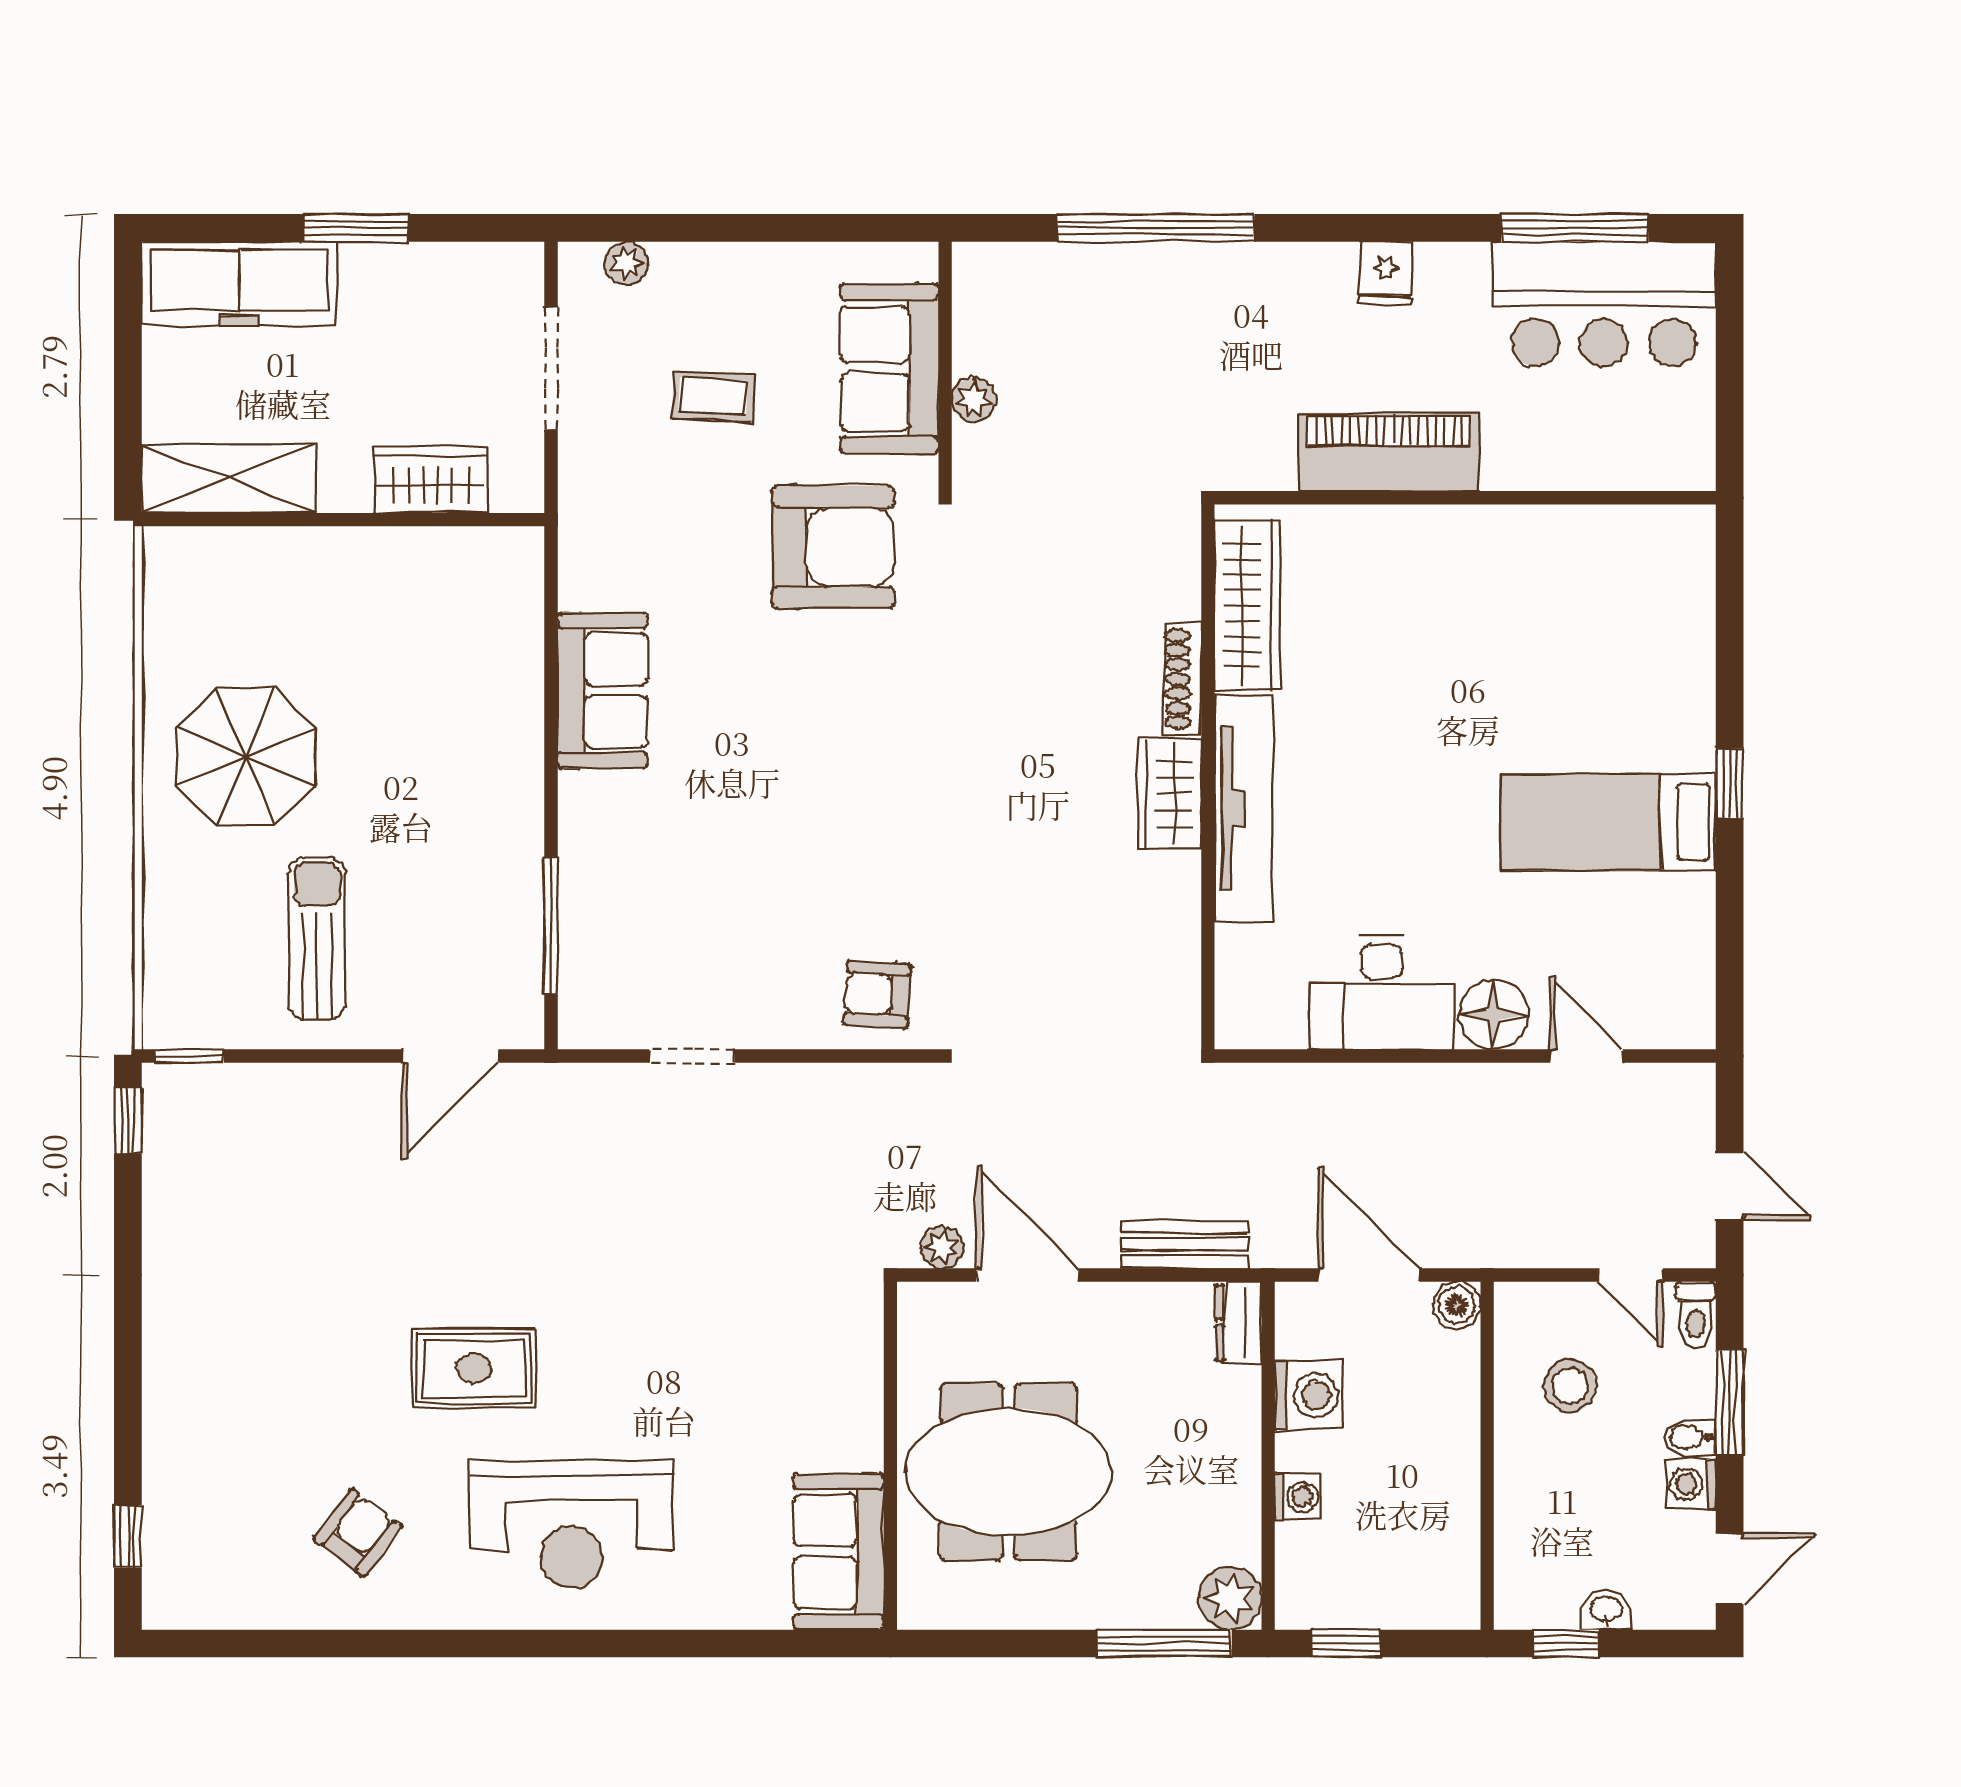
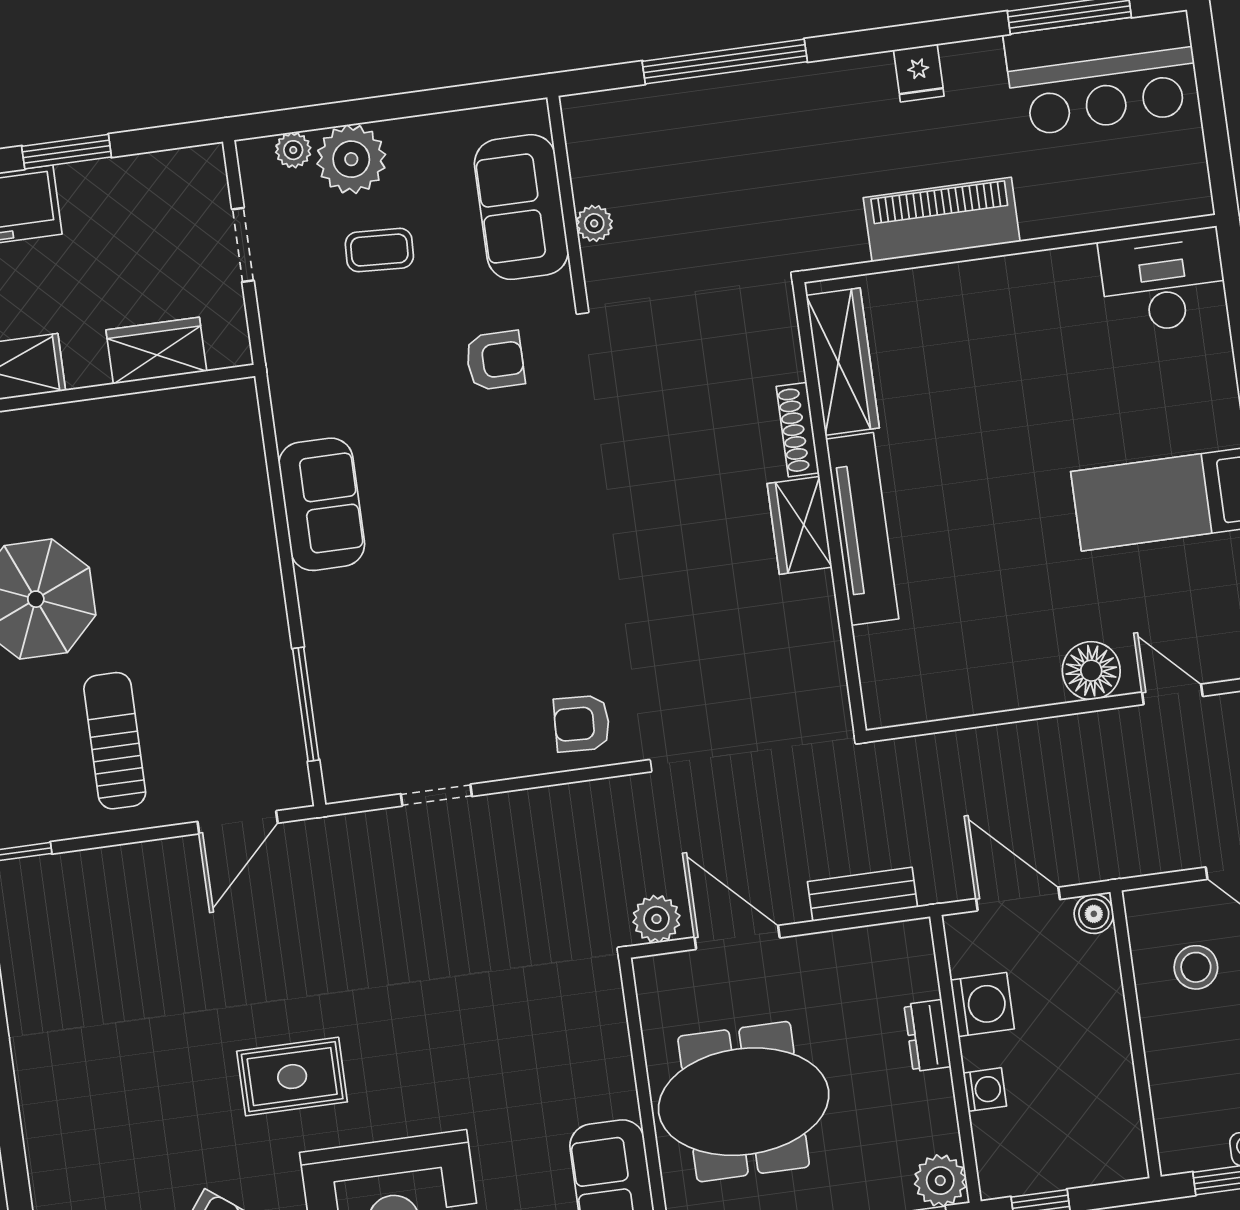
plant: (694, 283) -> (351, 159), added
doorway: (551, 368) -> (243, 245), width x0.73
armchair: (833, 547) -> (495, 360), width x0.53, depth x0.53
desk: (1382, 992) -> (1163, 281), moved, turned 180
plant: (942, 1248) -> (656, 919), width x1.38, depth x1.38
dresser: (1239, 1323) -> (927, 1036), moved

